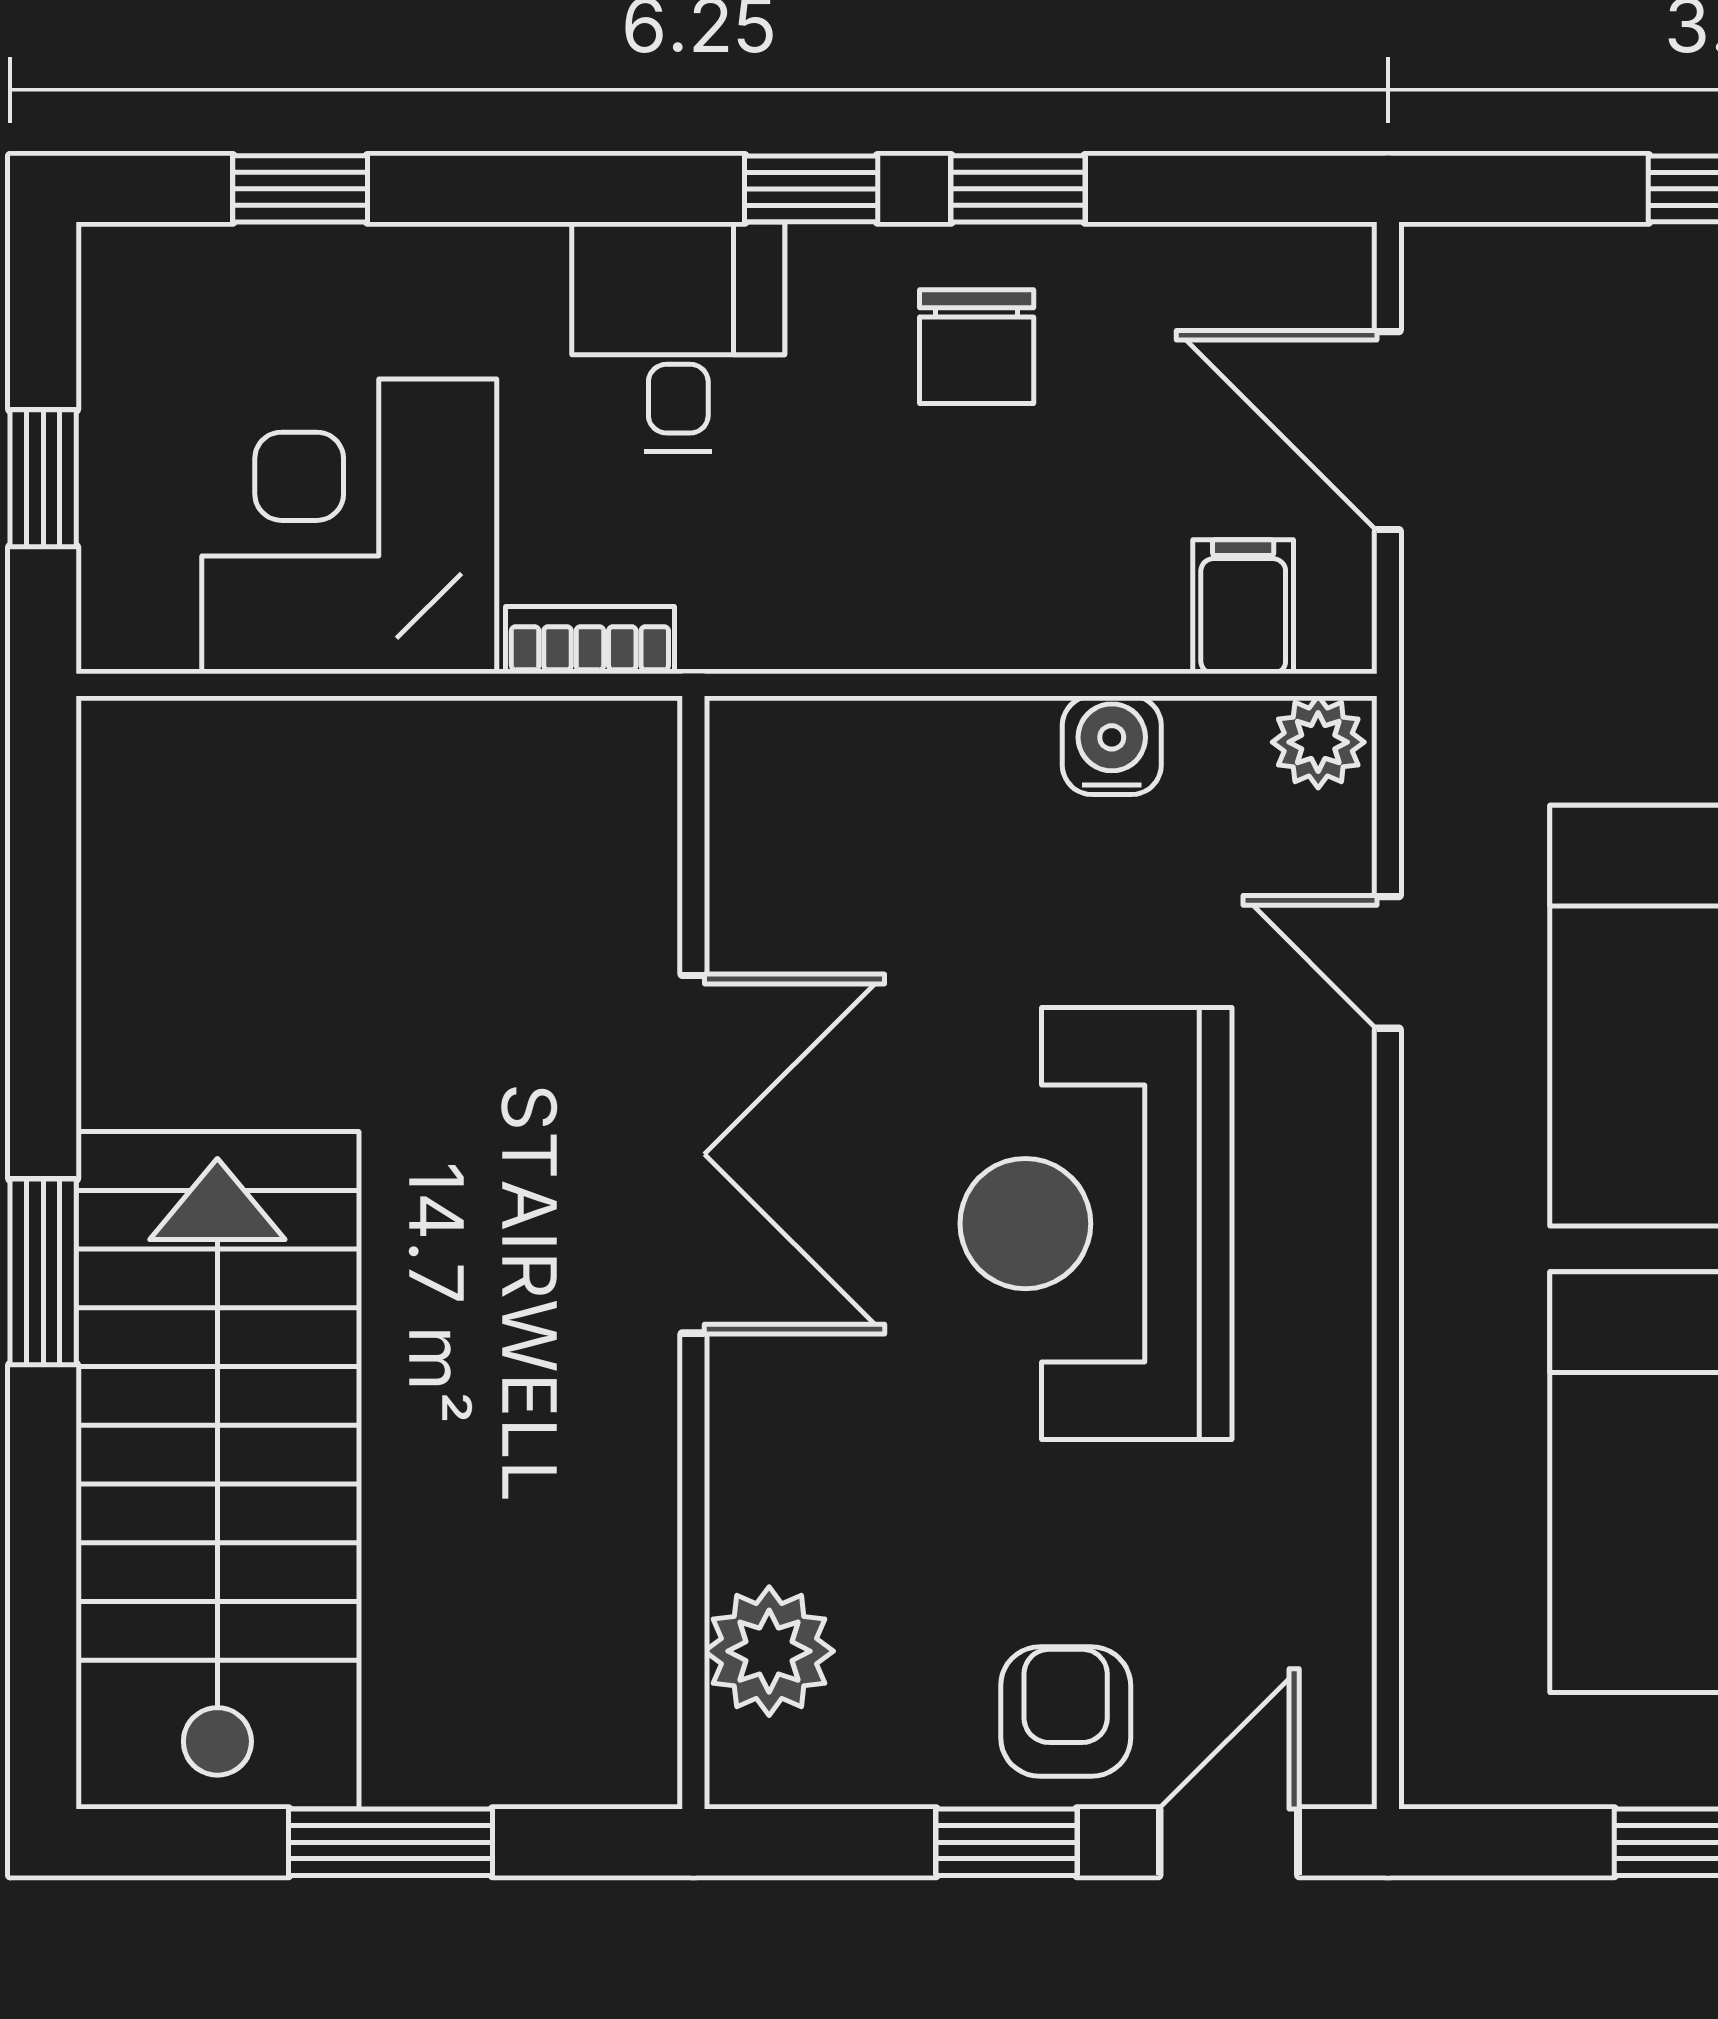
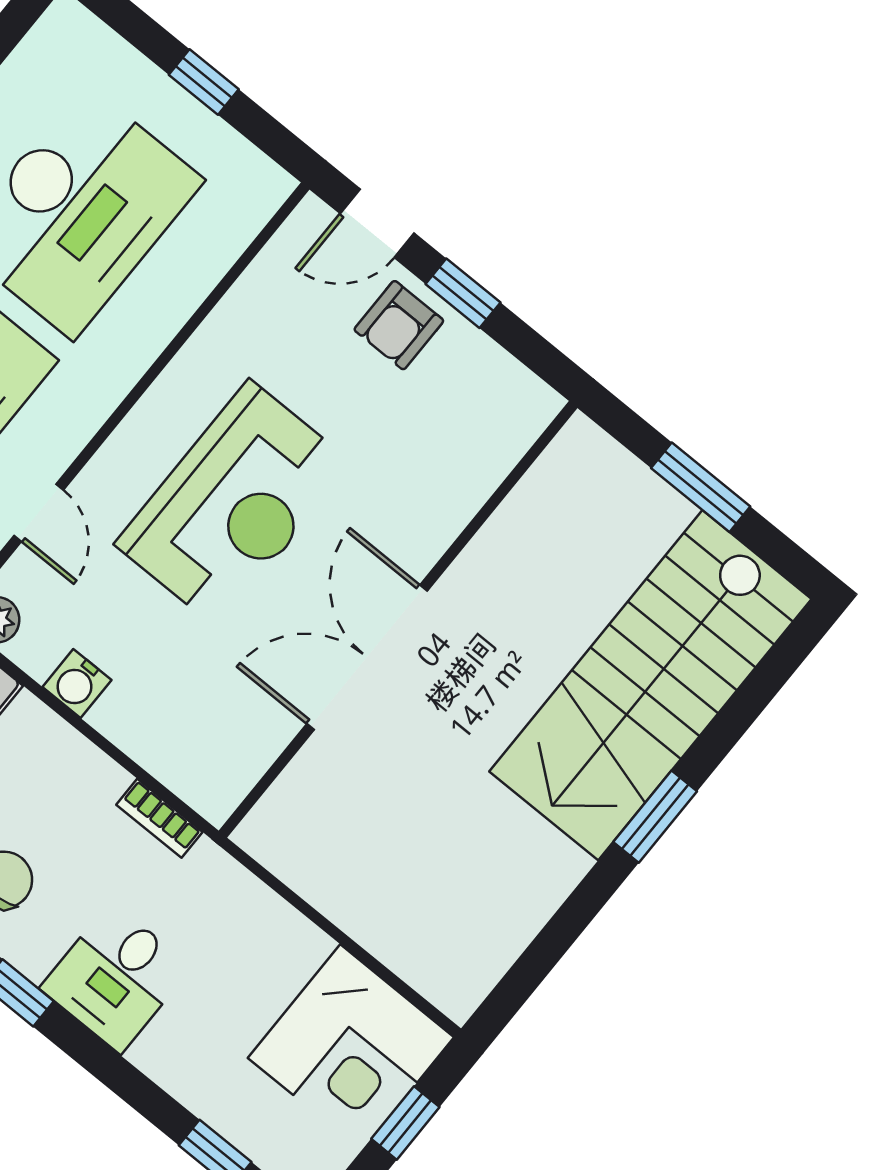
corner desk: (349, 526) -> (351, 1048), moved
bookcase: (590, 640) -> (159, 818), moved
plant: (769, 1651) -> (494, 442), removed

